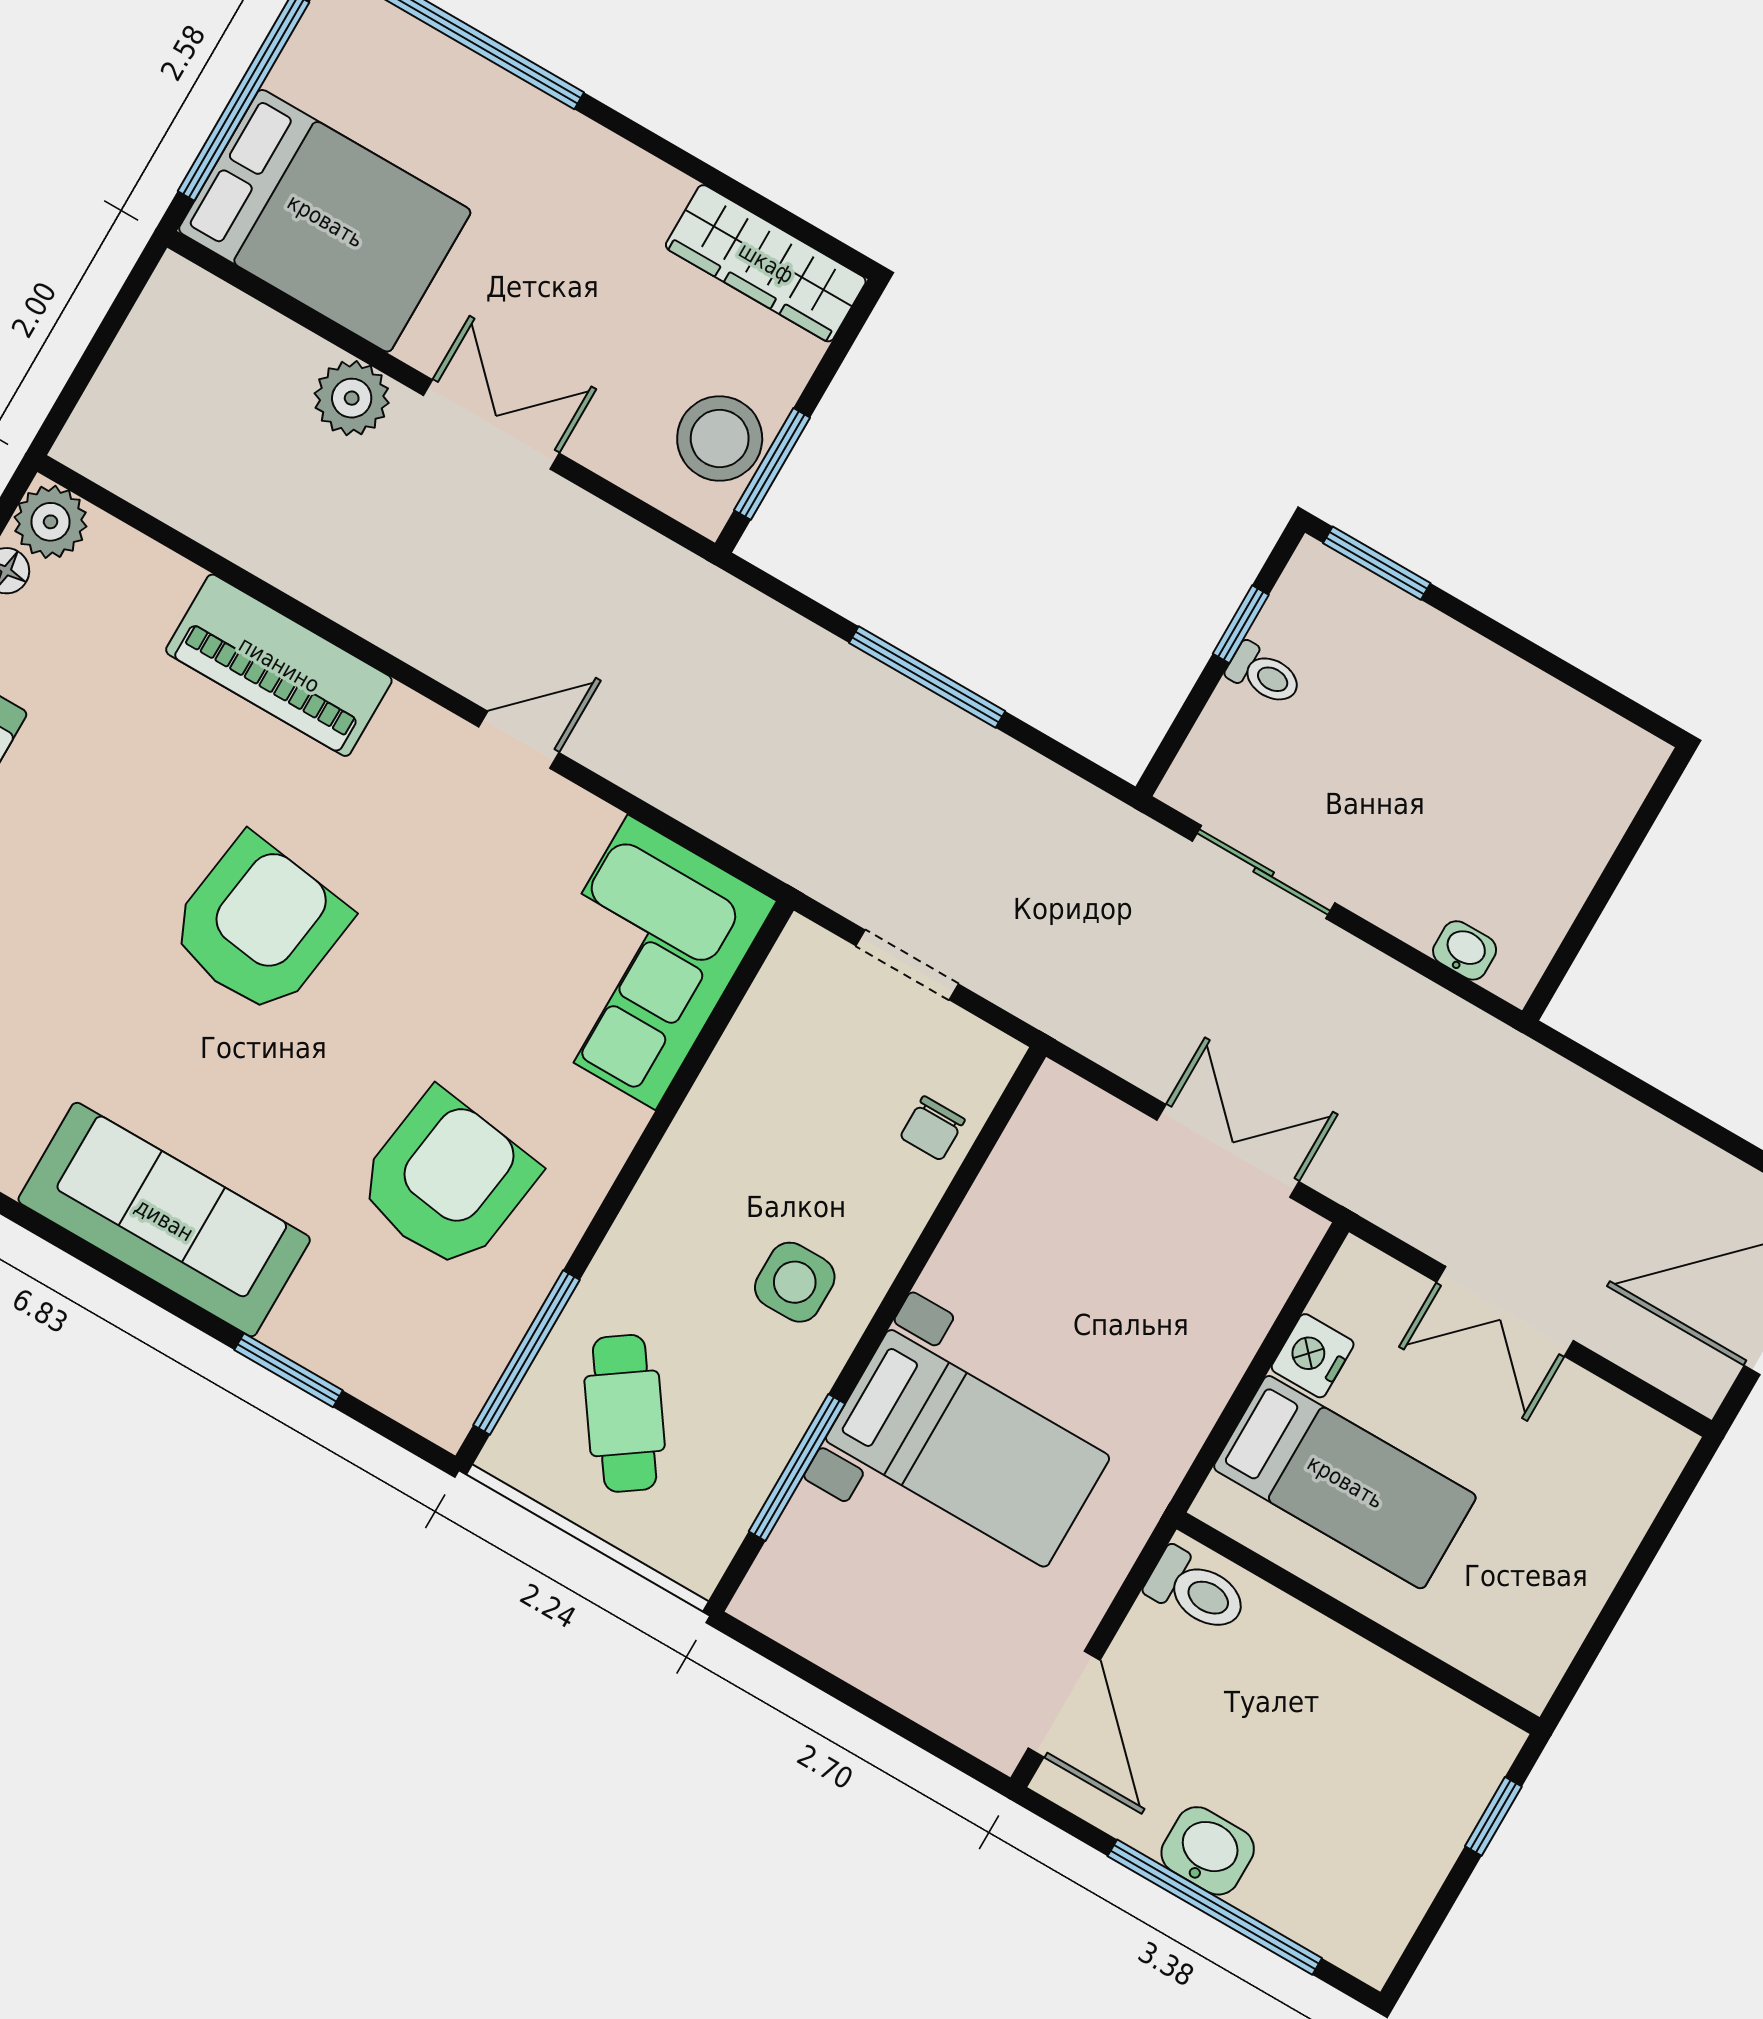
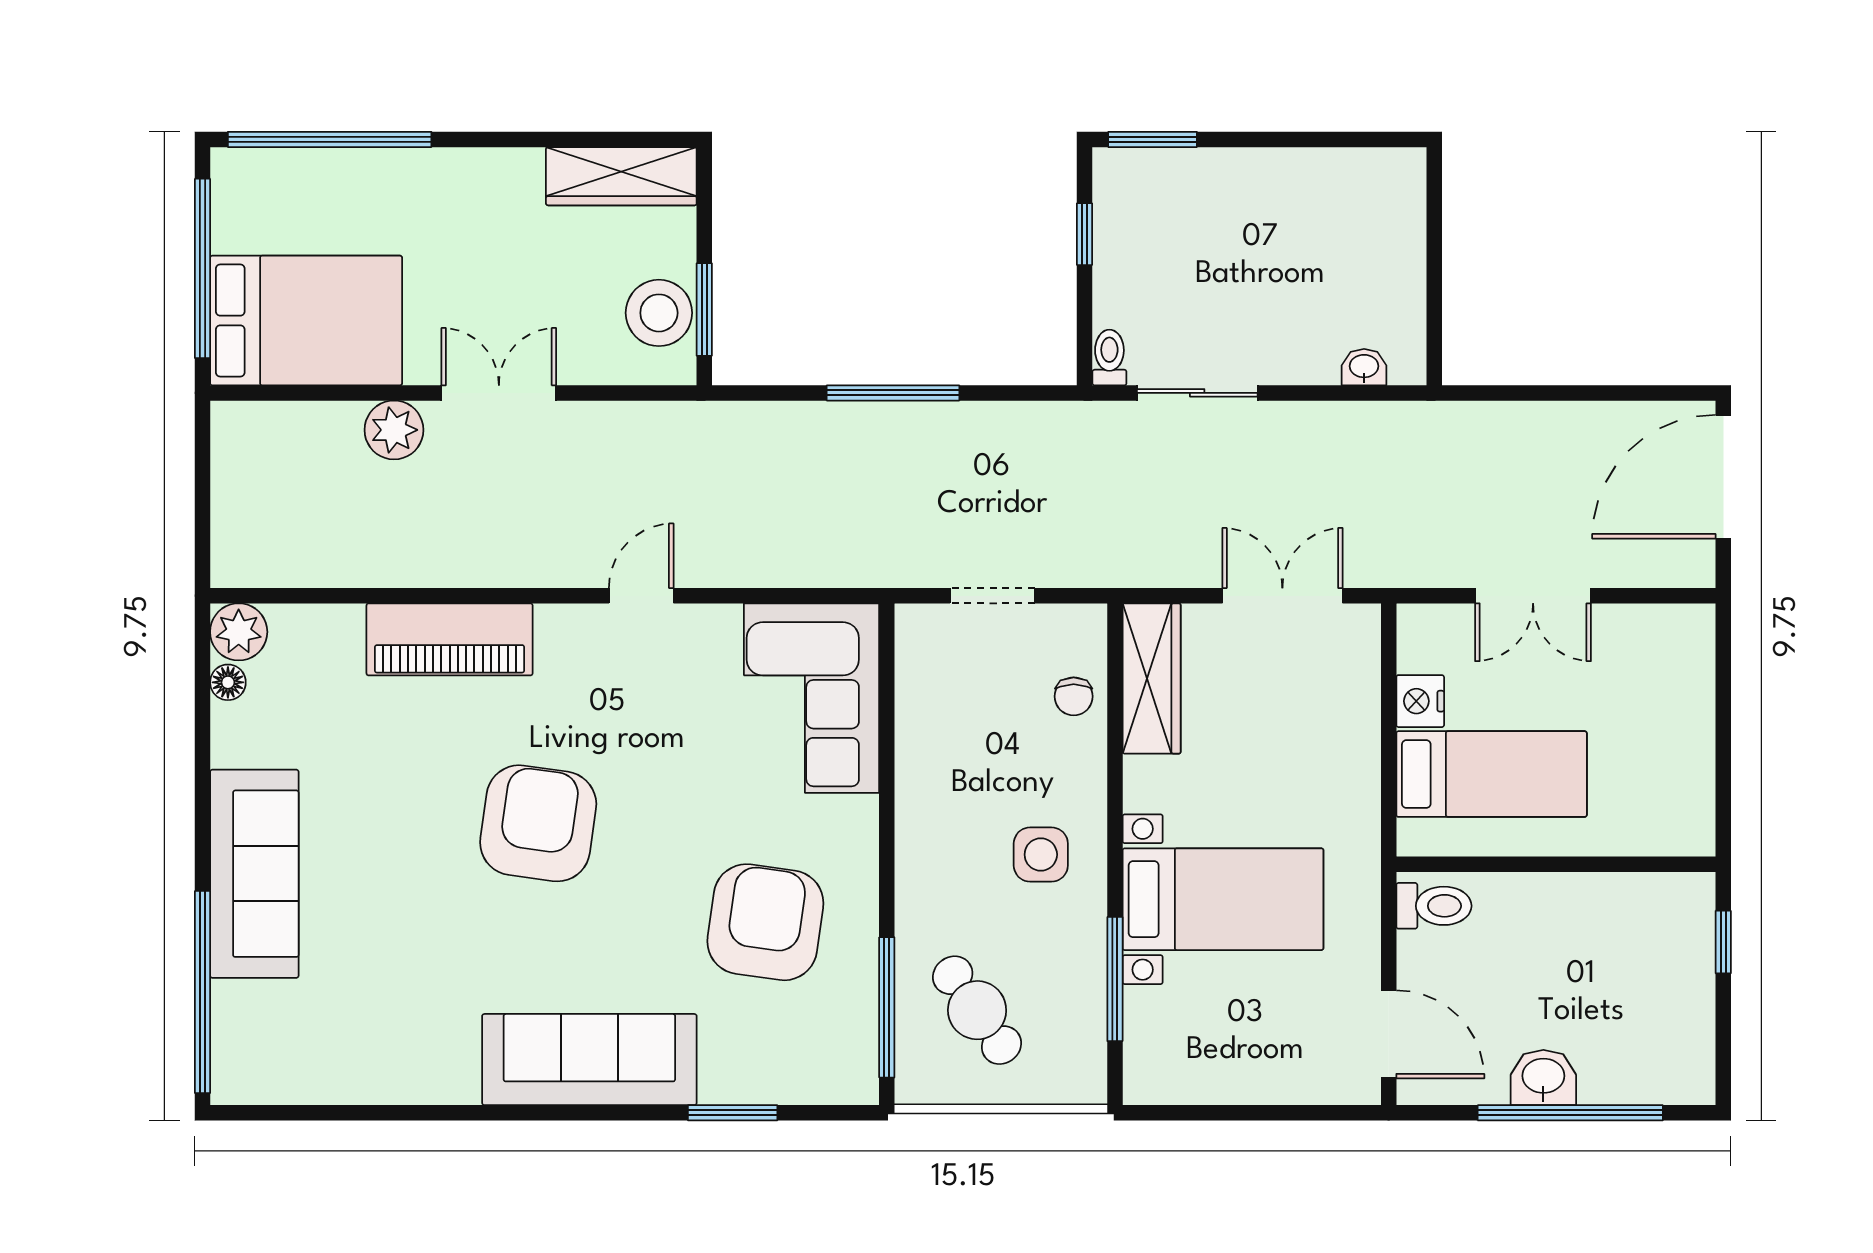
toilet: (1264, 674) -> (1109, 357), moved, turned -90
wardrobe: (1030, 1159) -> (1152, 678), added

